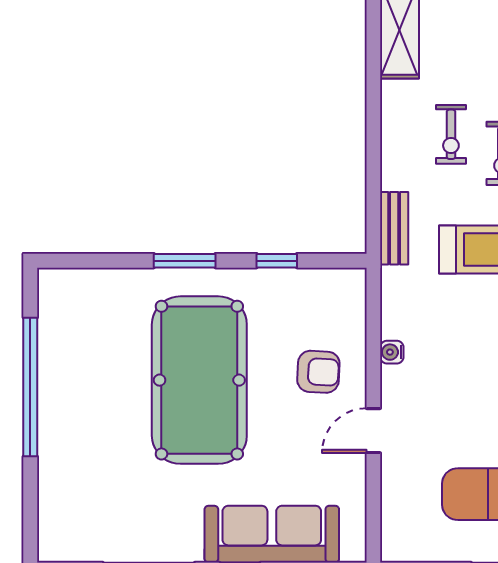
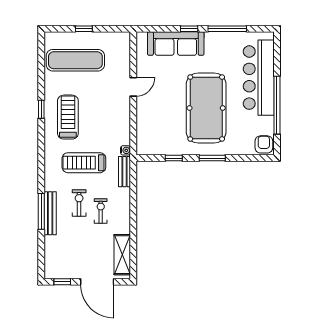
water cooler: (392, 352) -> (126, 150), moved
armchair: (318, 372) -> (264, 144), moved, turned 87
bar counter: (74, 453) -> (259, 78), added

